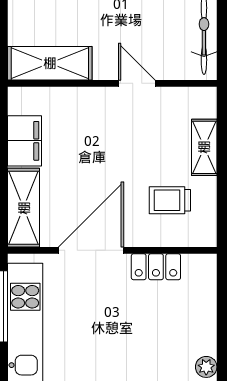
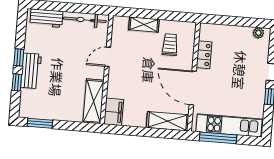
filing cabinet: (25, 141) -> (114, 112), moved, turned 90
trolley: (170, 200) -> (170, 45), turned 180

